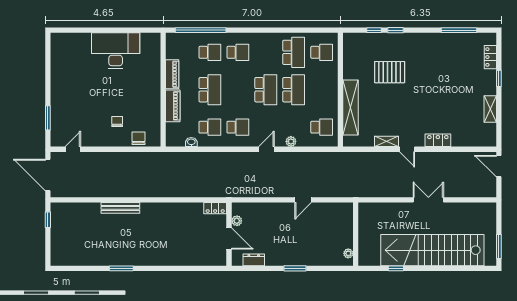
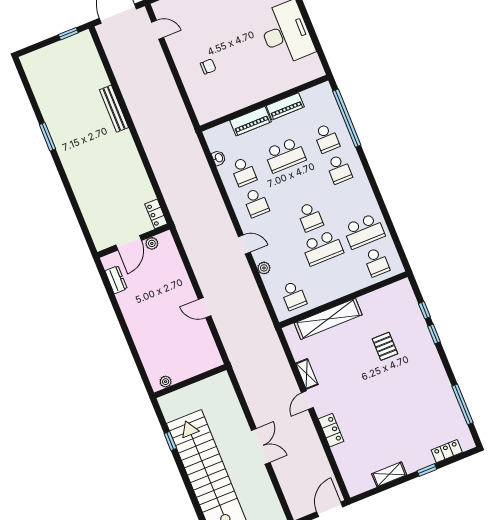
pallet: (390, 72) -> (385, 346), width x0.67, depth x0.71
school desk: (266, 90) -> (310, 217), width x0.54
chair: (139, 138) -> (199, 98), removed
window: (295, 268) -> (125, 329), removed

